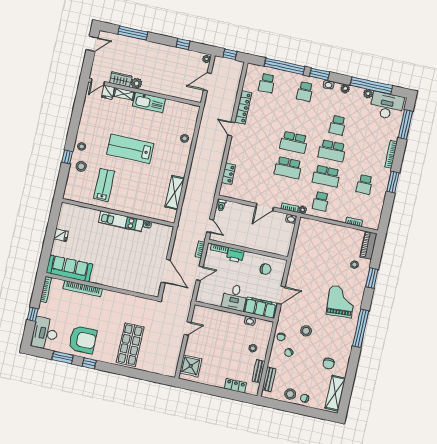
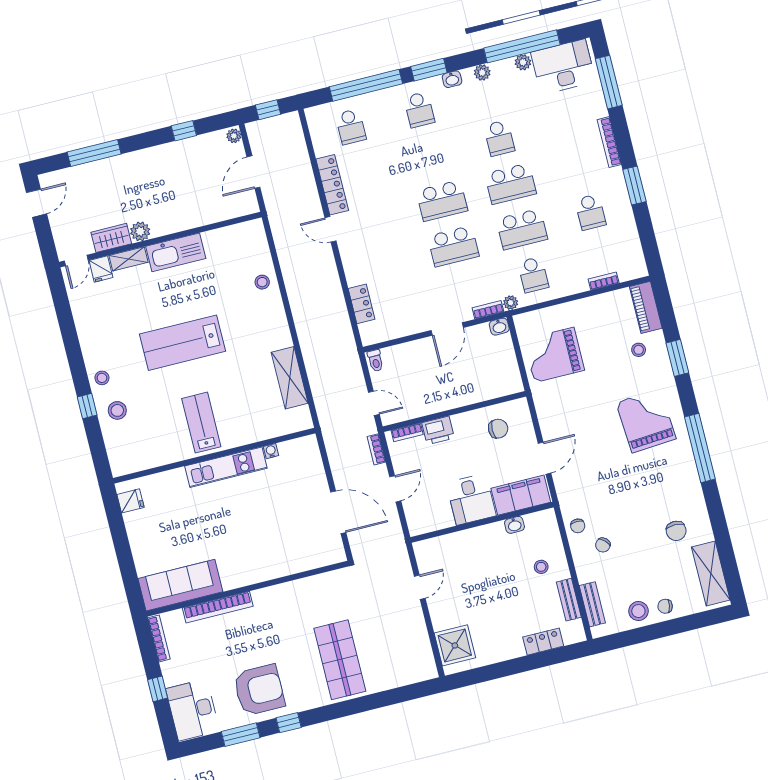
lab bench: (104, 185) -> (201, 423), moved
fridge: (61, 235) -> (131, 501), moved
grand piano: (311, 246) -> (554, 355), added
stool: (306, 331) -> (613, 496), removed

